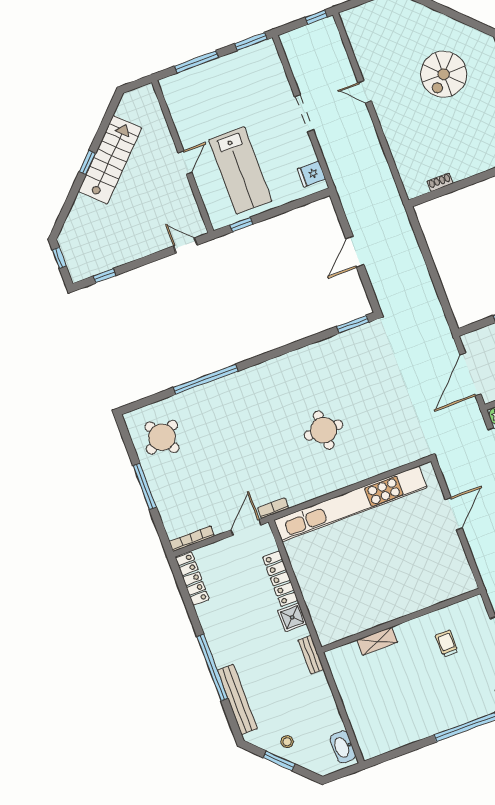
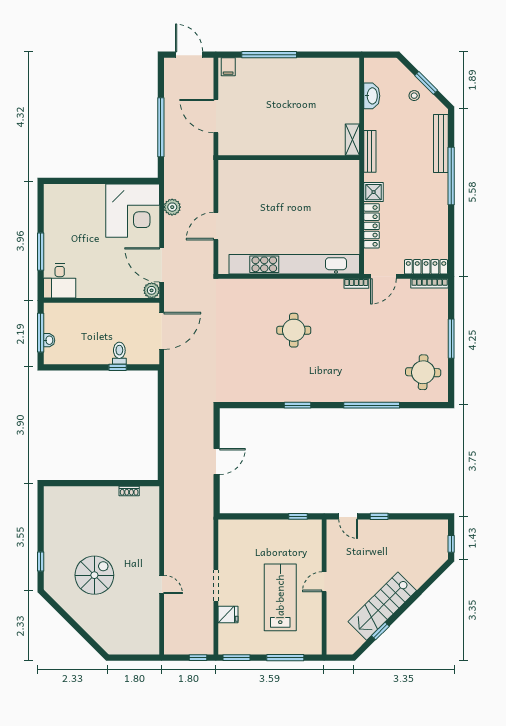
window: (316, 17) -> (198, 658), moved
window: (87, 162) -> (380, 631), moved
lab bench: (240, 170) -> (280, 597), moved
fridge: (311, 174) -> (228, 614), moved
window: (105, 276) -> (379, 516), moved
window: (353, 324) -> (298, 405), moved
round table: (162, 437) -> (423, 372), turned 30
locker: (192, 579) -> (426, 267), moved, turned 90
shelving: (377, 641) -> (352, 140), moved, turned 90
trolley: (447, 644) -> (260, 126), removed
bench: (311, 655) -> (370, 151), width x1.36
washbasin: (343, 747) -> (372, 96), moved

